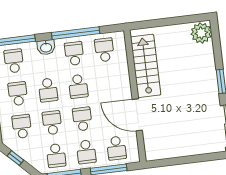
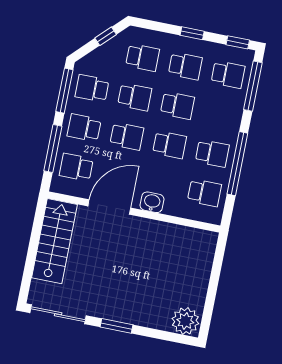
washbasin: (46, 47) -> (152, 202), moved, turned 90
stairs: (146, 66) -> (54, 241), moved, turned -90
school desk: (78, 86) -> (170, 145), turned 180
school desk: (48, 90) -> (177, 105), turned 180

